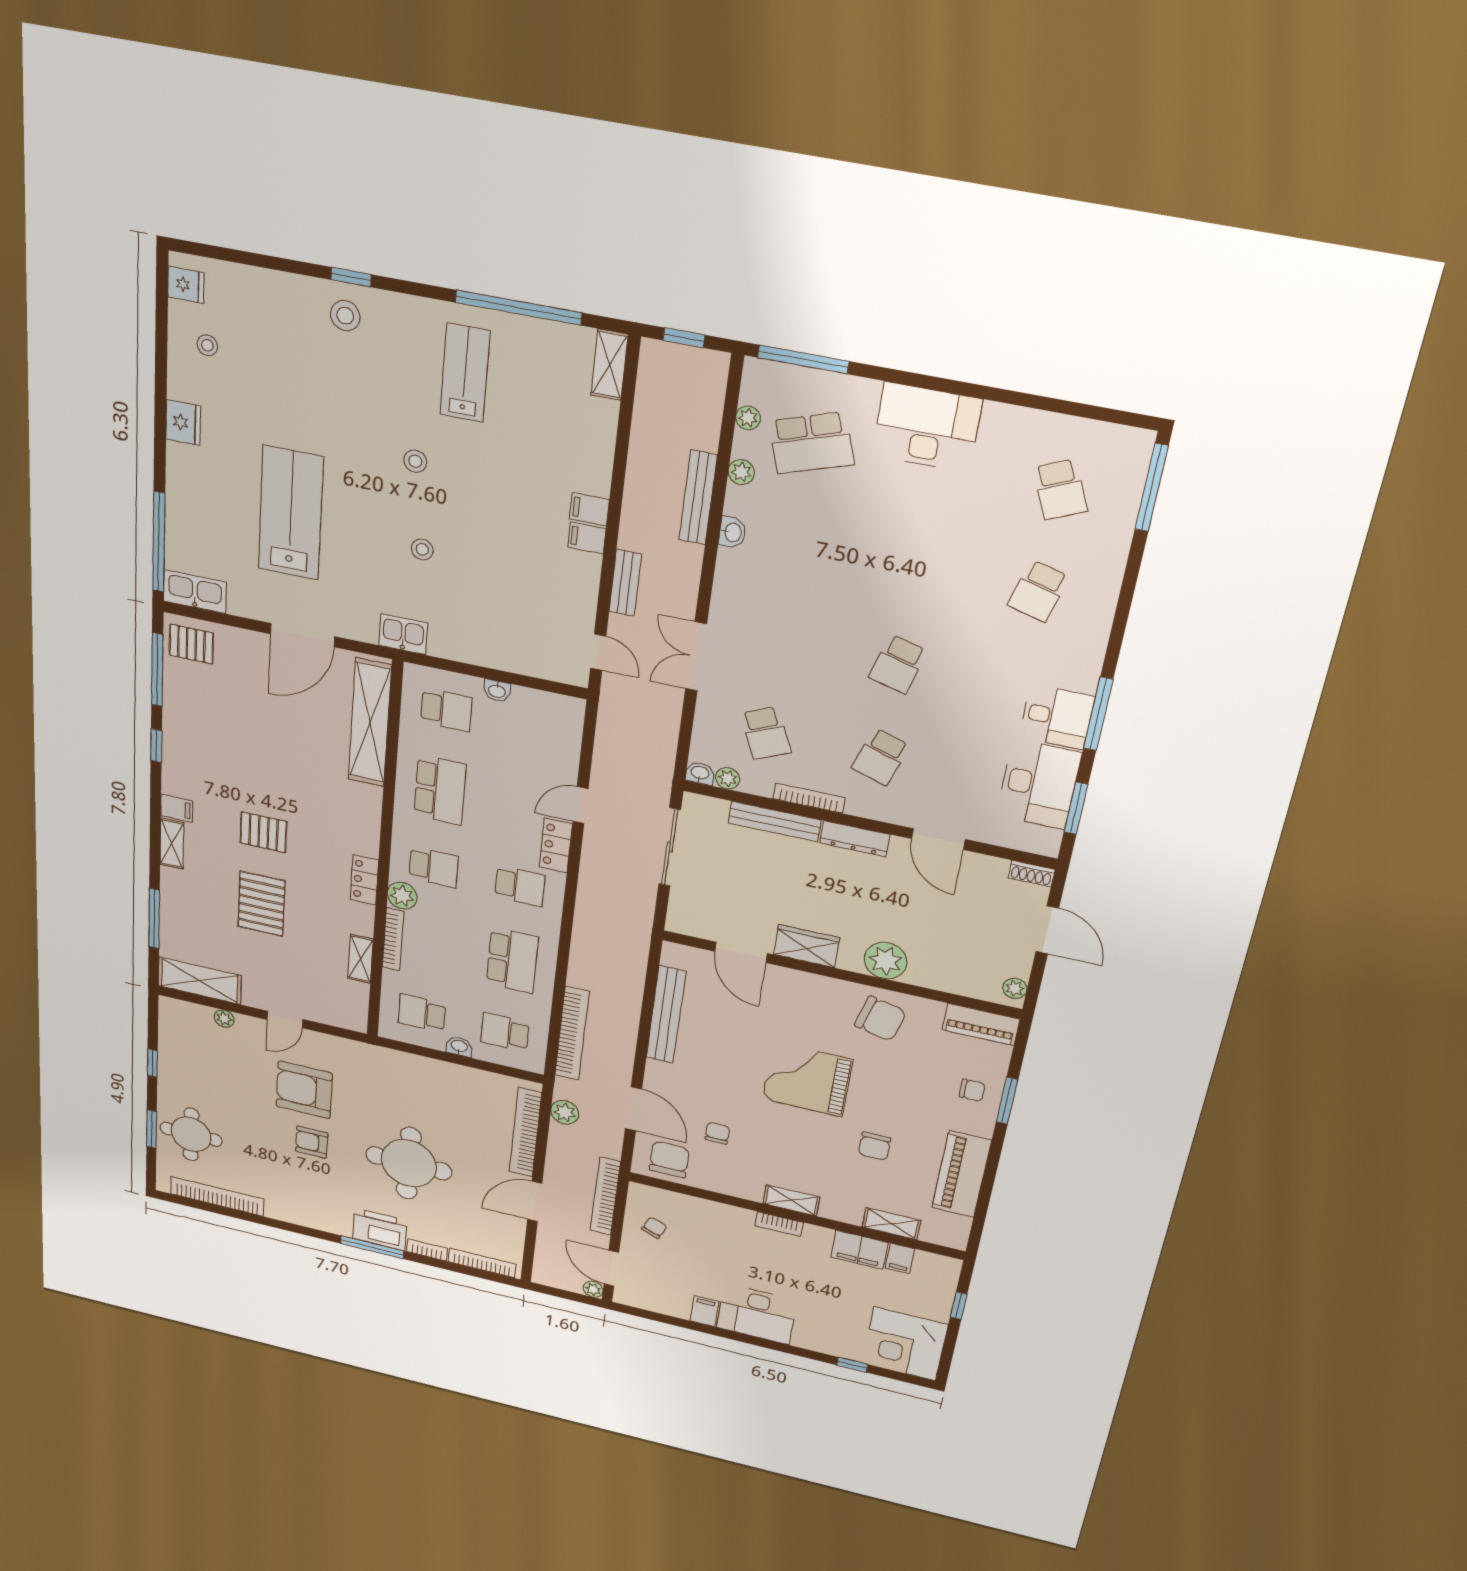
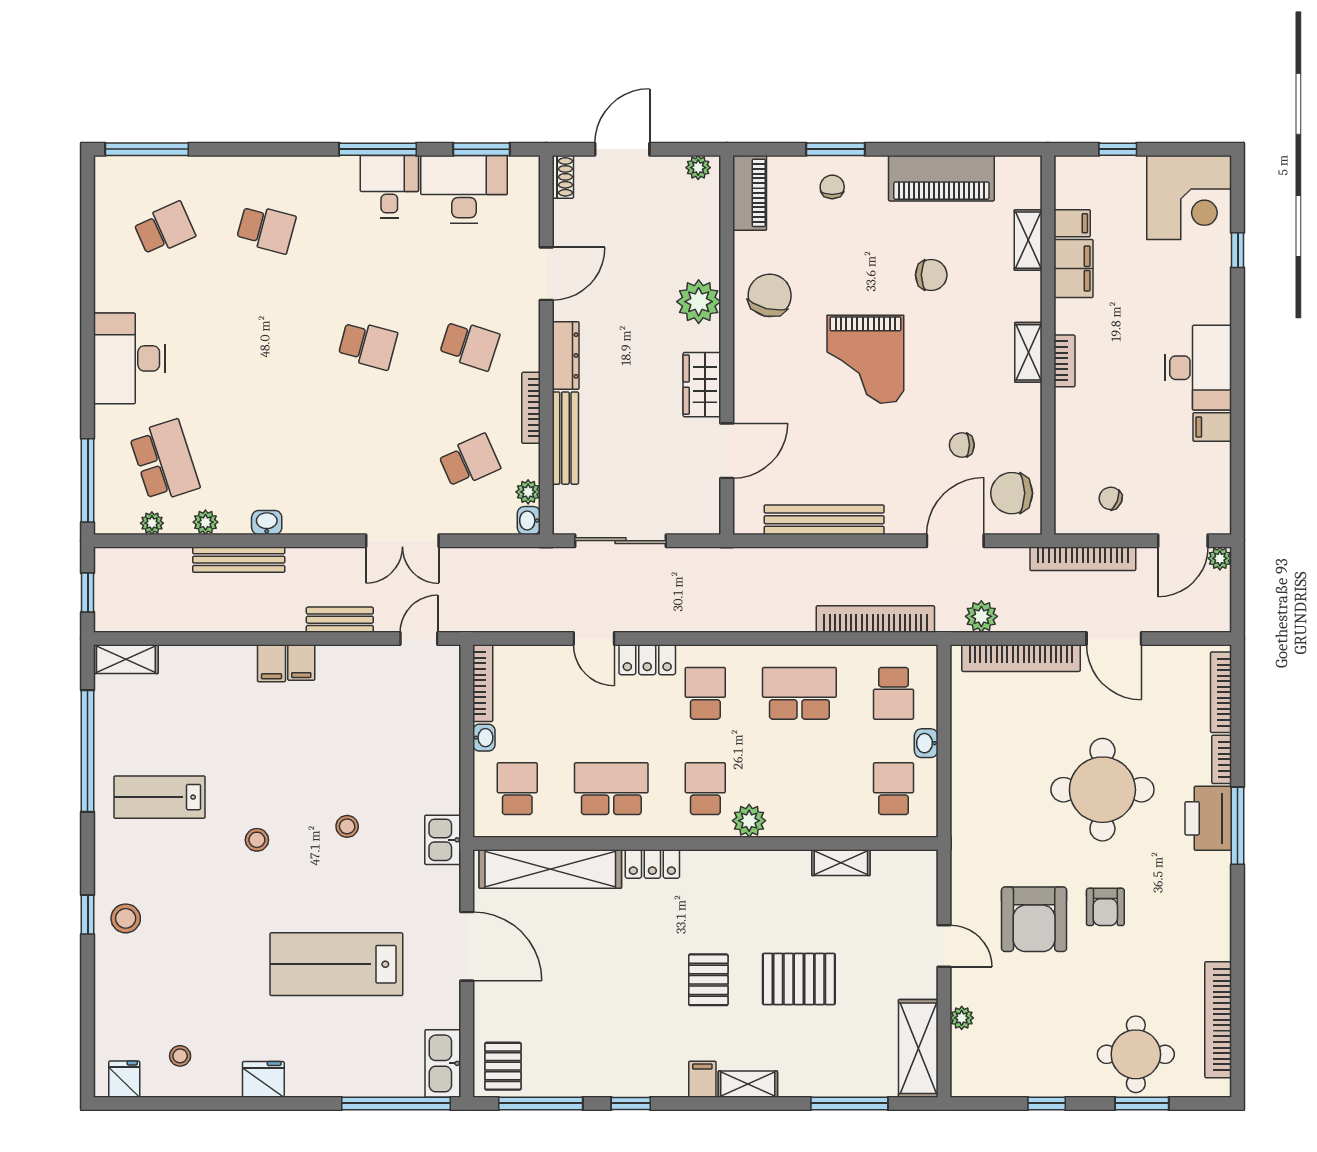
locker: (364, 880) -> (652, 864), moved
bookcase: (393, 939) -> (483, 683), moved, turned 90
school desk: (422, 1013) -> (893, 789), turned 180

